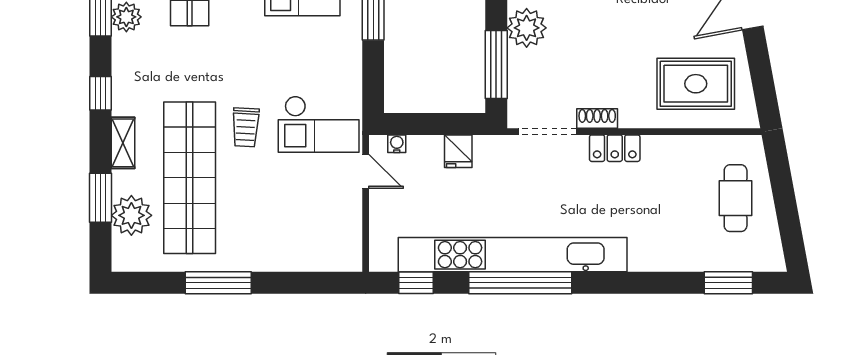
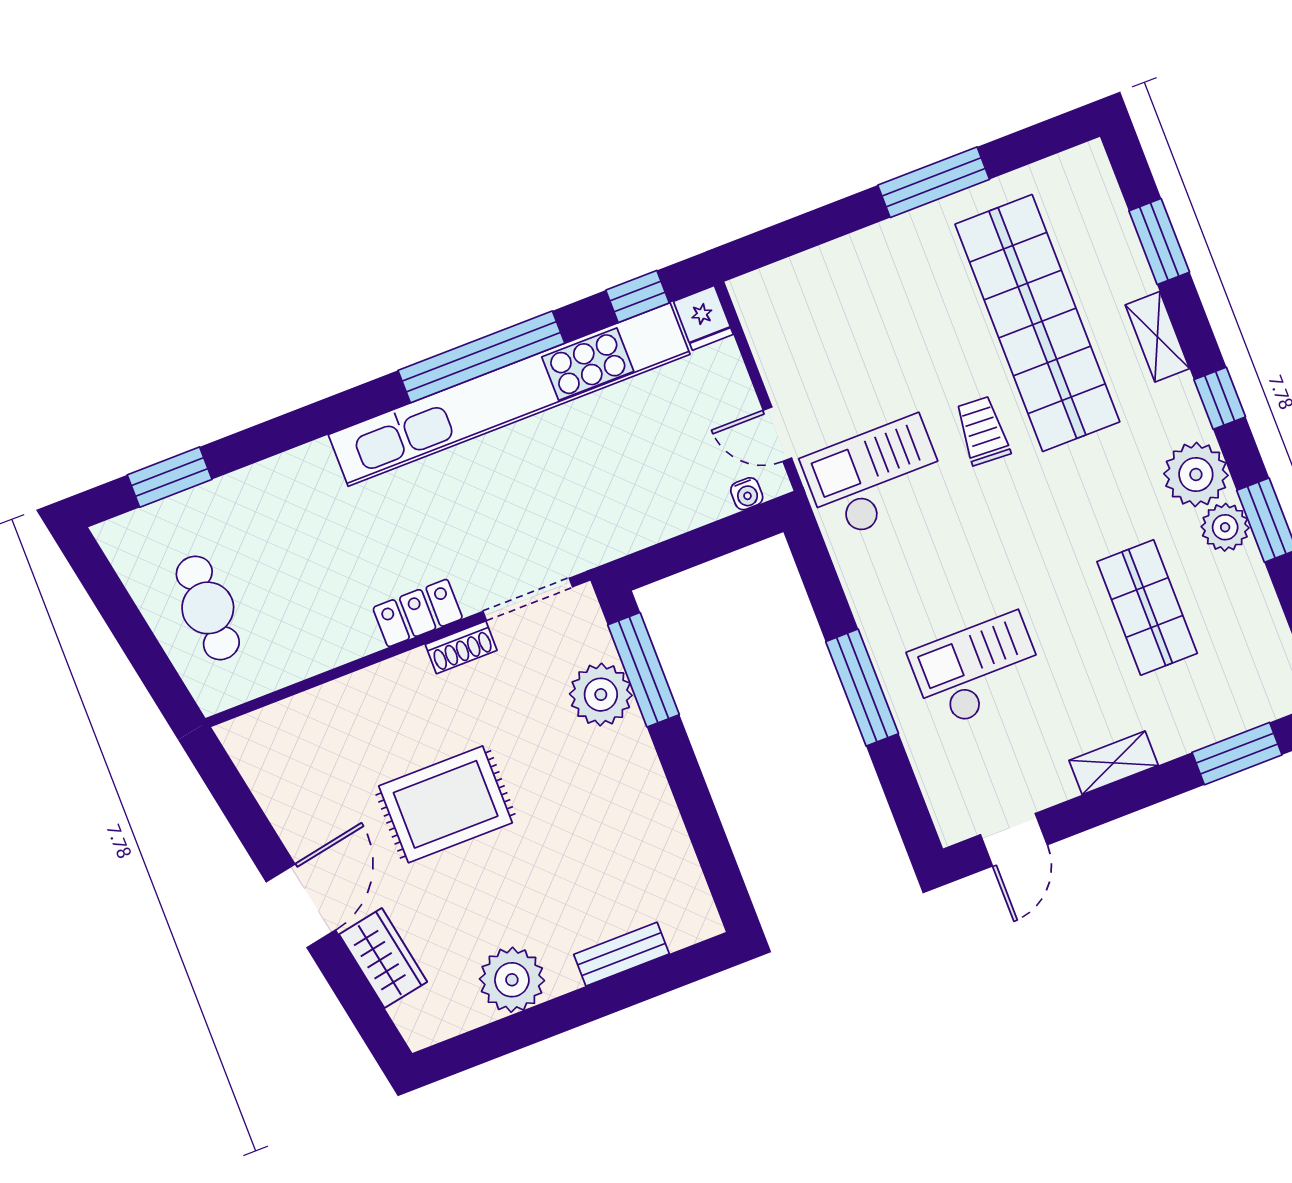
plant: (527, 28) -> (601, 695), moved
rug: (696, 84) -> (446, 804), moved
fridge: (458, 151) -> (703, 318), moved, turned 180
plant: (131, 215) -> (1196, 474), moved

